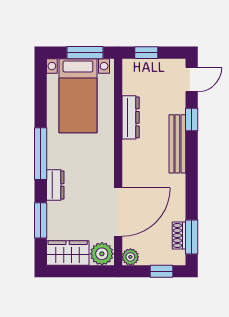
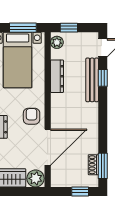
bench: (177, 144) -> (92, 80), moved
armchair: (97, 171) -> (32, 116), added
plant: (130, 257) -> (57, 42), moved

